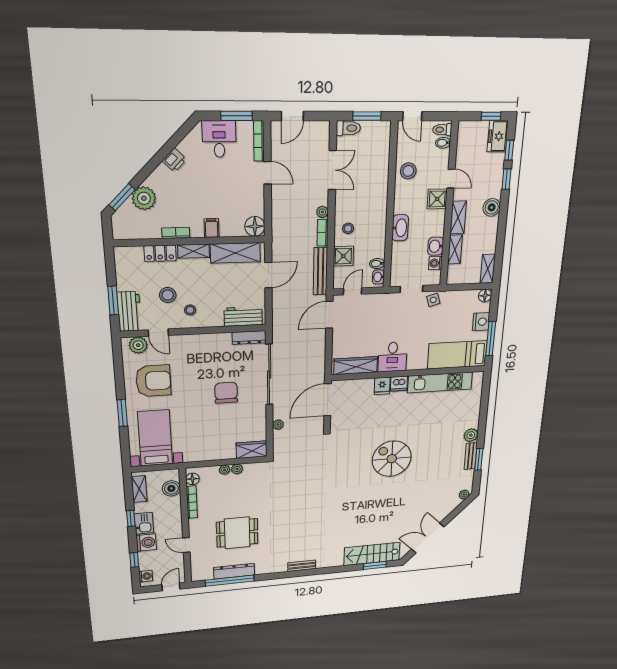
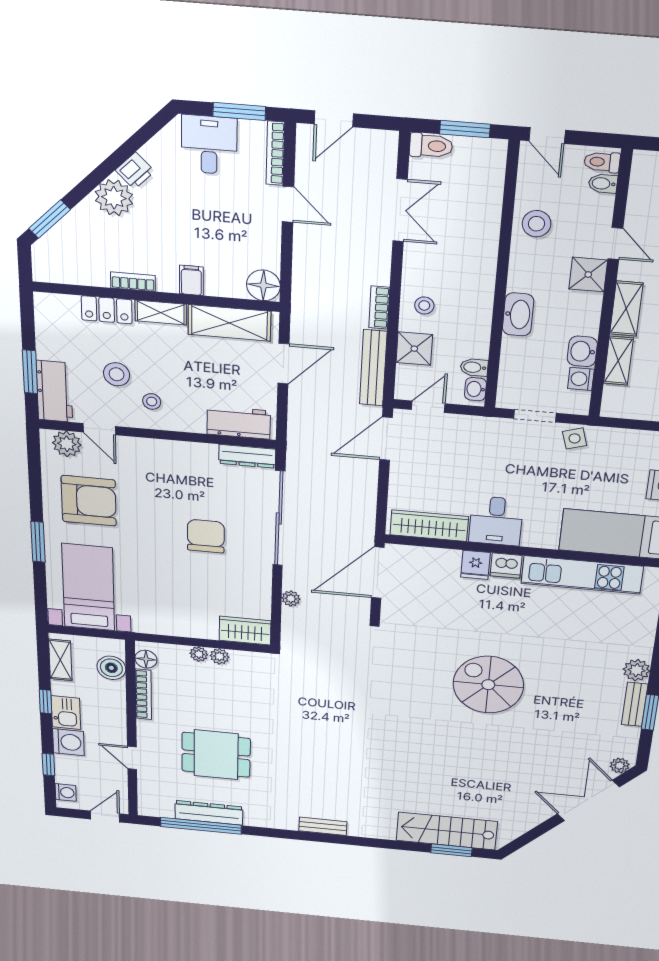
plant: (144, 198) -> (114, 198), moved
plant: (322, 212) -> (380, 275), removed
double door: (428, 538) -> (588, 800), moved

